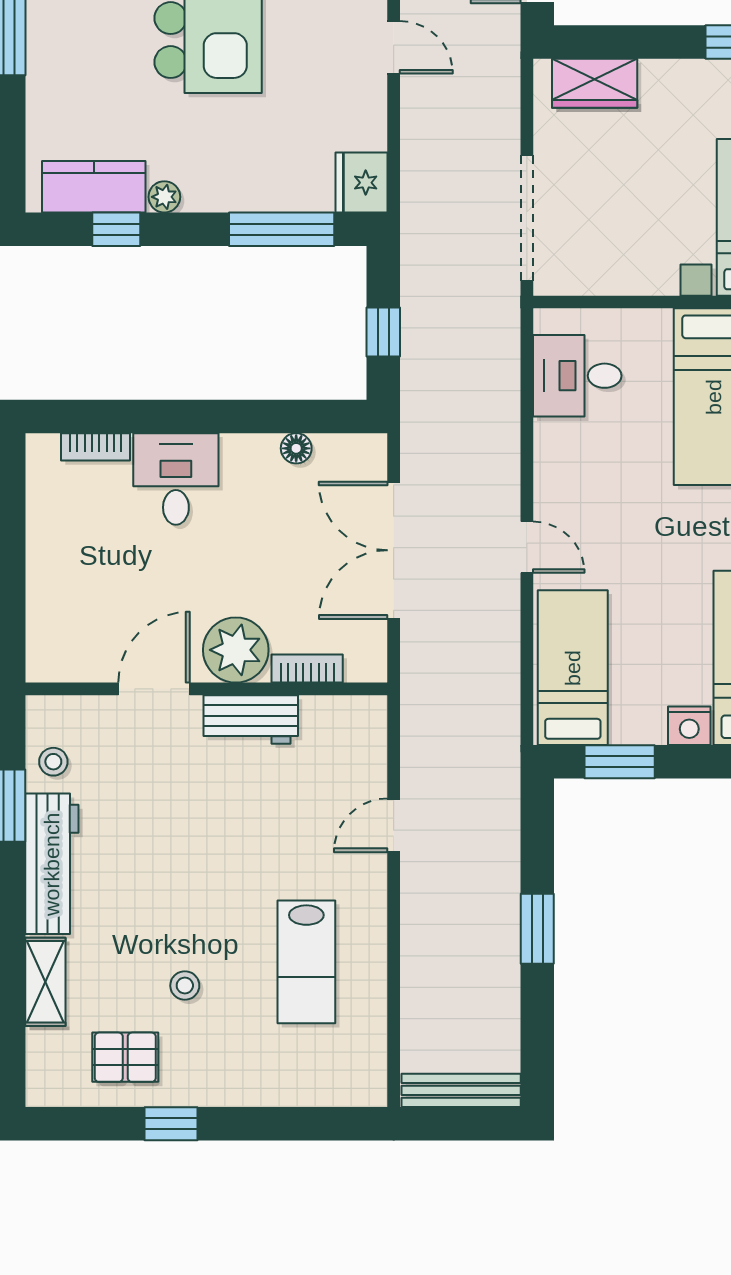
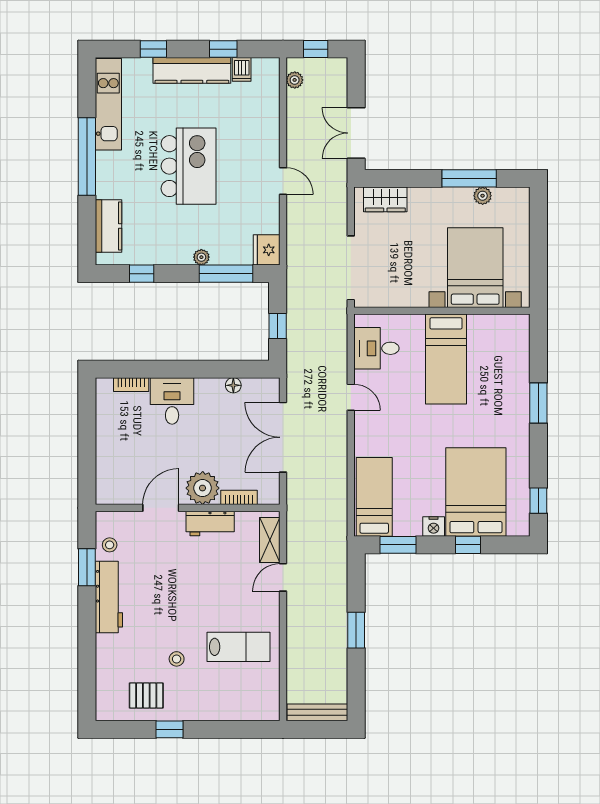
kitchen counter: (94, 187) -> (109, 226), moved, turned 90
plant: (164, 197) -> (201, 257), moved
door: (527, 547) -> (351, 397), moved
lab bench: (306, 962) -> (238, 647), turned -90
shelving: (45, 982) -> (270, 540), moved

